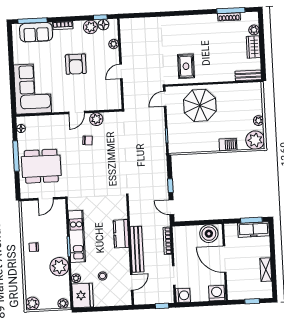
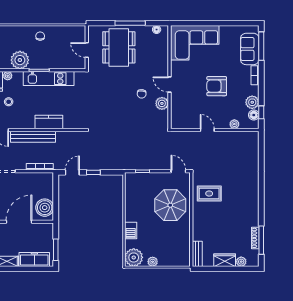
freezer: (253, 230) -> (34, 259), moved, turned 90

